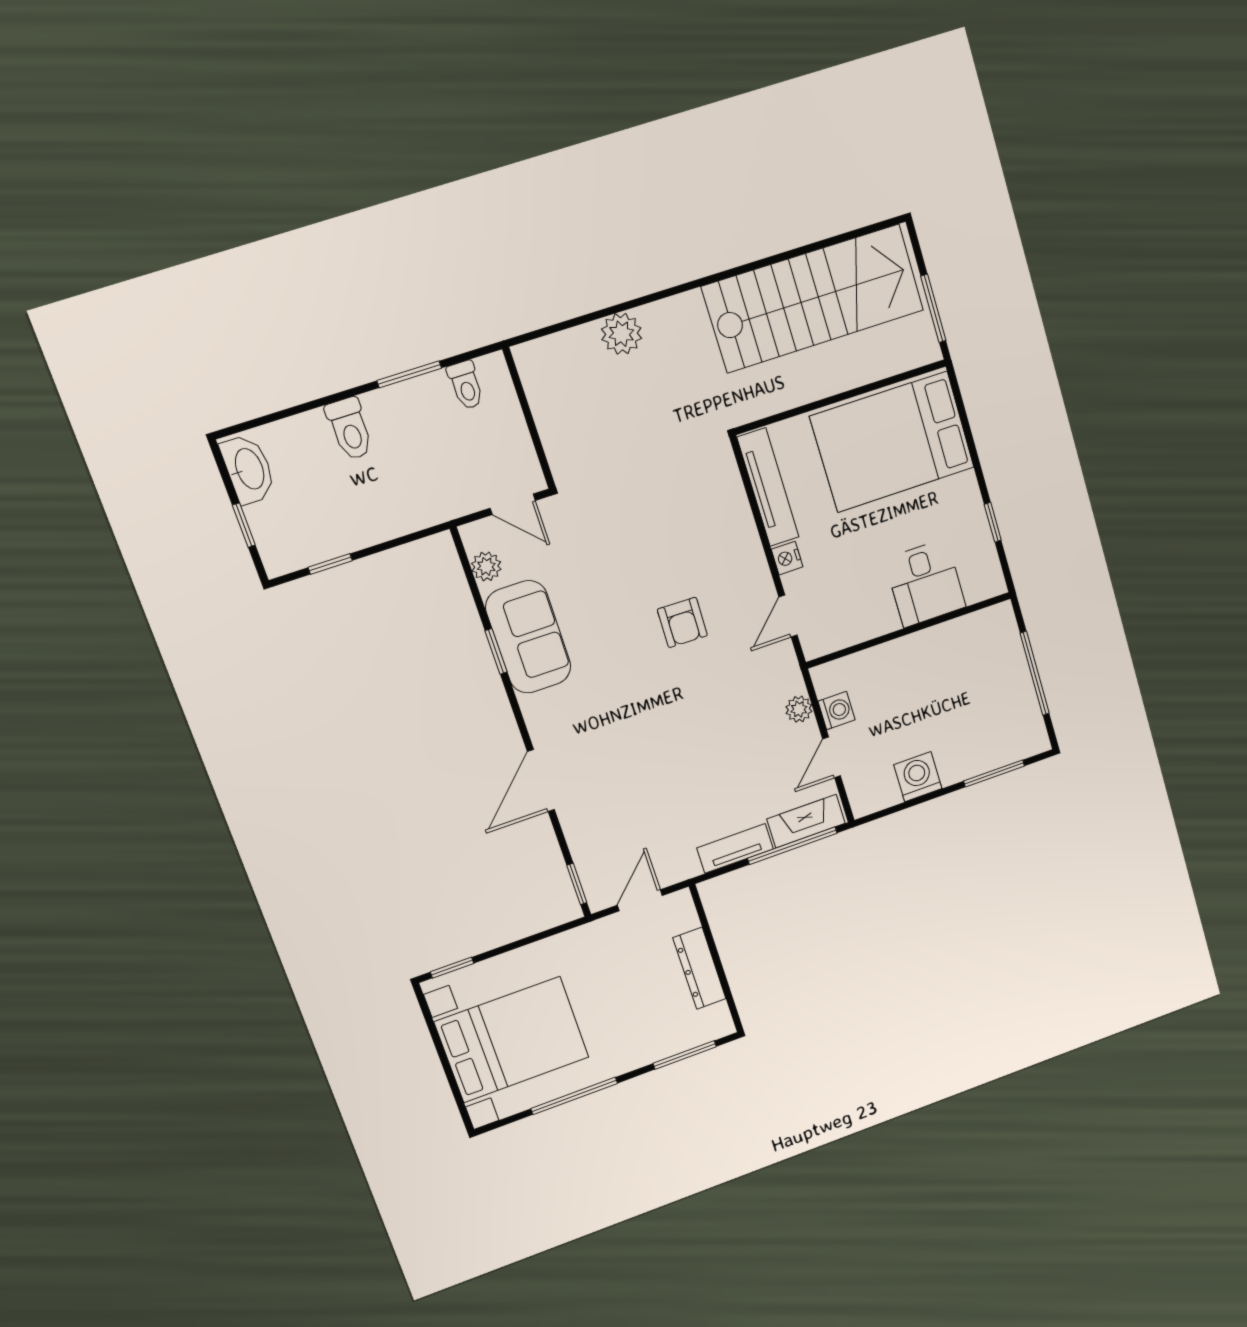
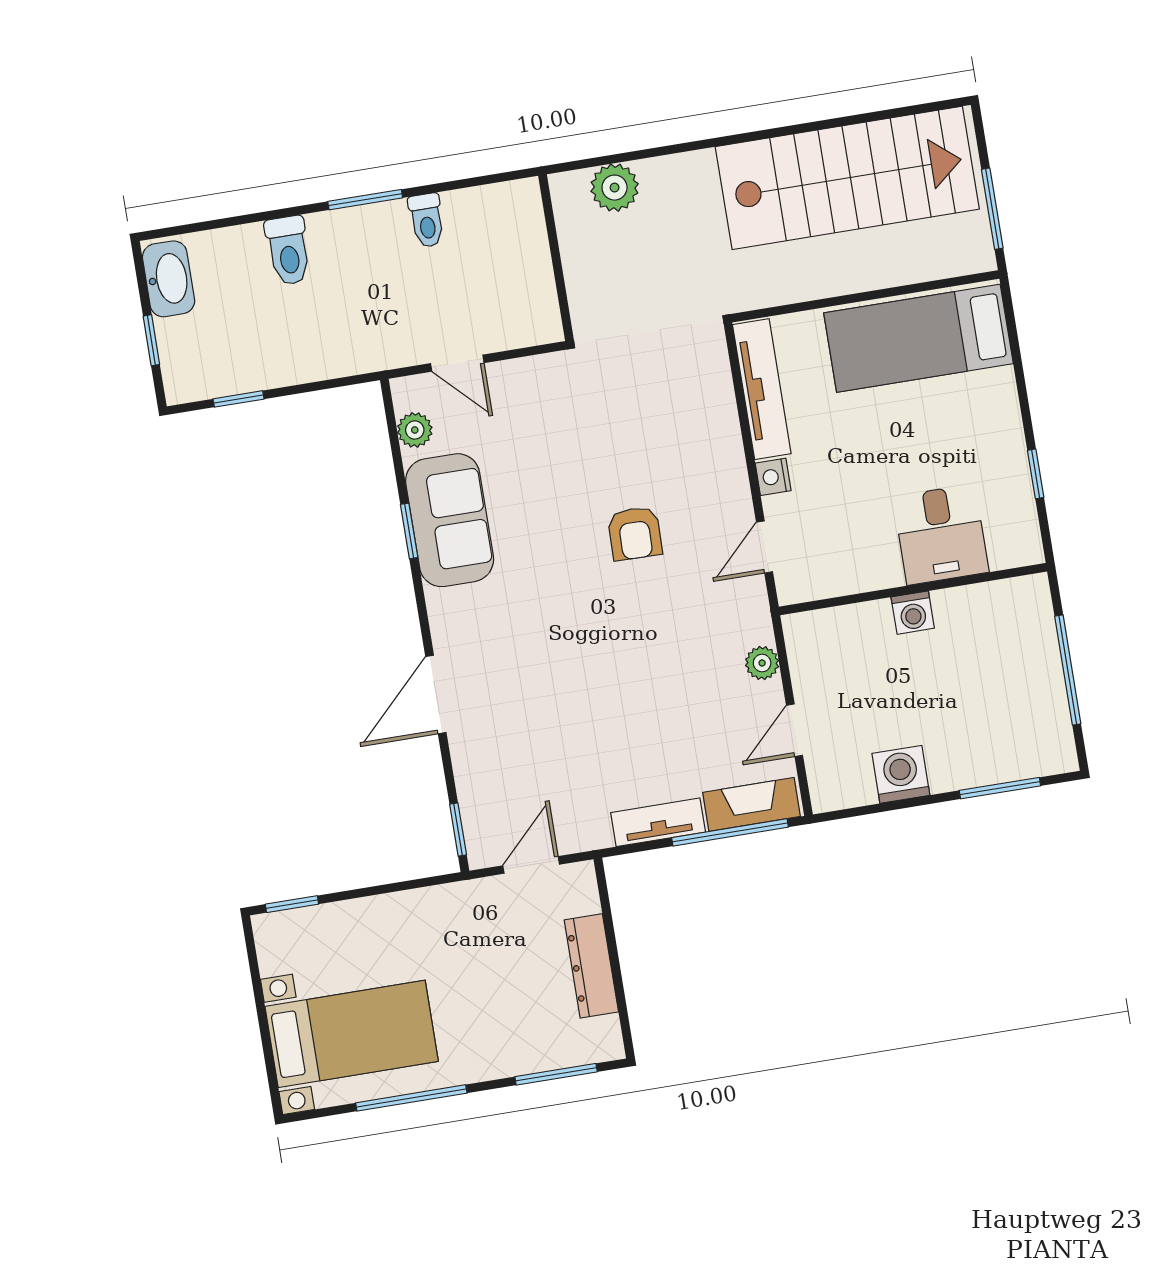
wall: (529, 418) -> (556, 258), moved
bed: (892, 442) -> (918, 338), width x0.67
washing machine: (836, 711) -> (913, 613), moved, turned 90
bed with nightstands: (512, 1040) -> (352, 1034), width x0.73

